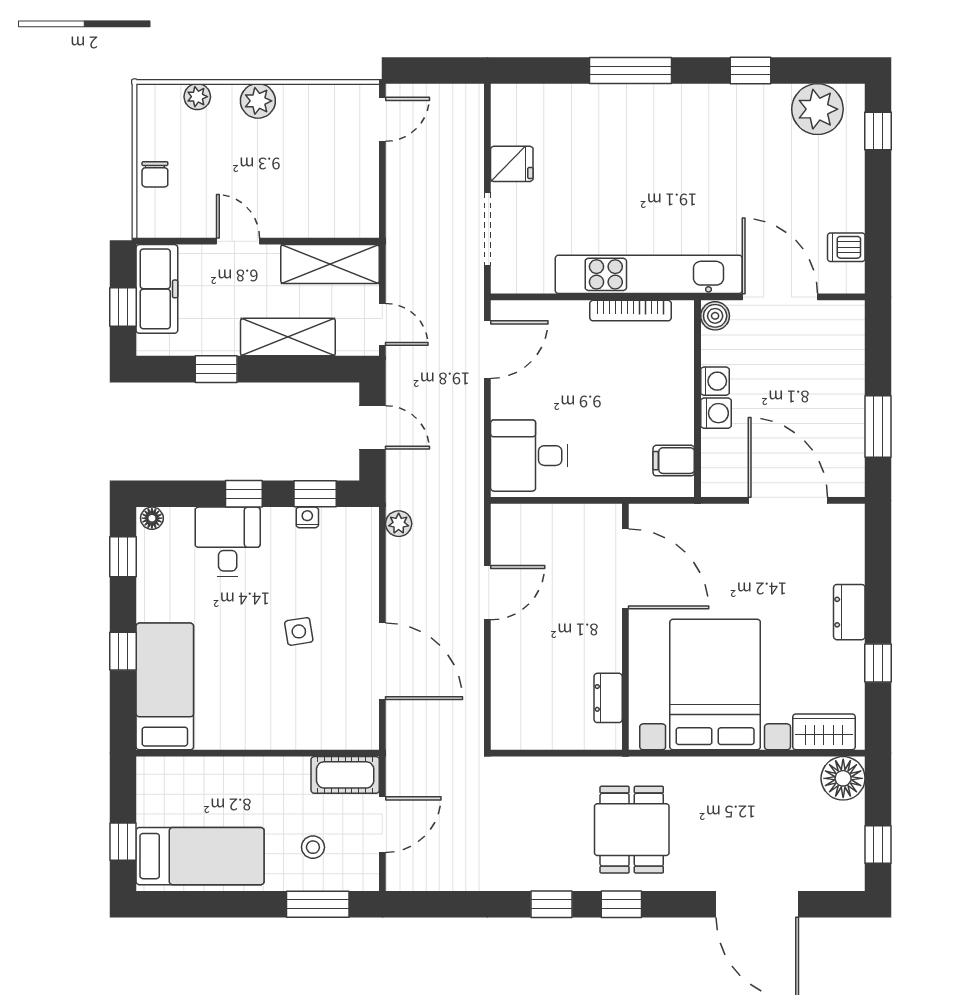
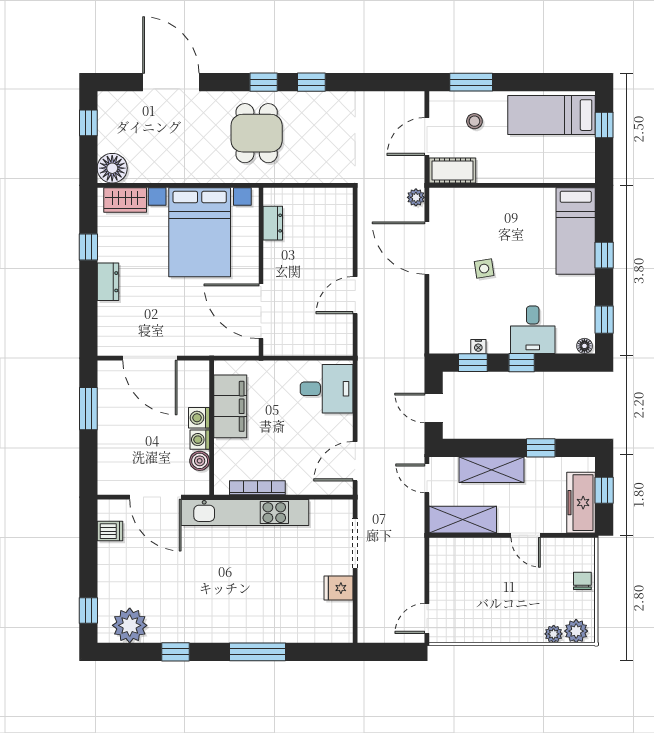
plant: (258, 101) -> (576, 631), moved
boiler: (715, 316) -> (200, 461), moved
filing cabinet: (674, 461) -> (230, 406), width x3.00, depth x1.17
plant: (399, 524) -> (416, 197), moved

